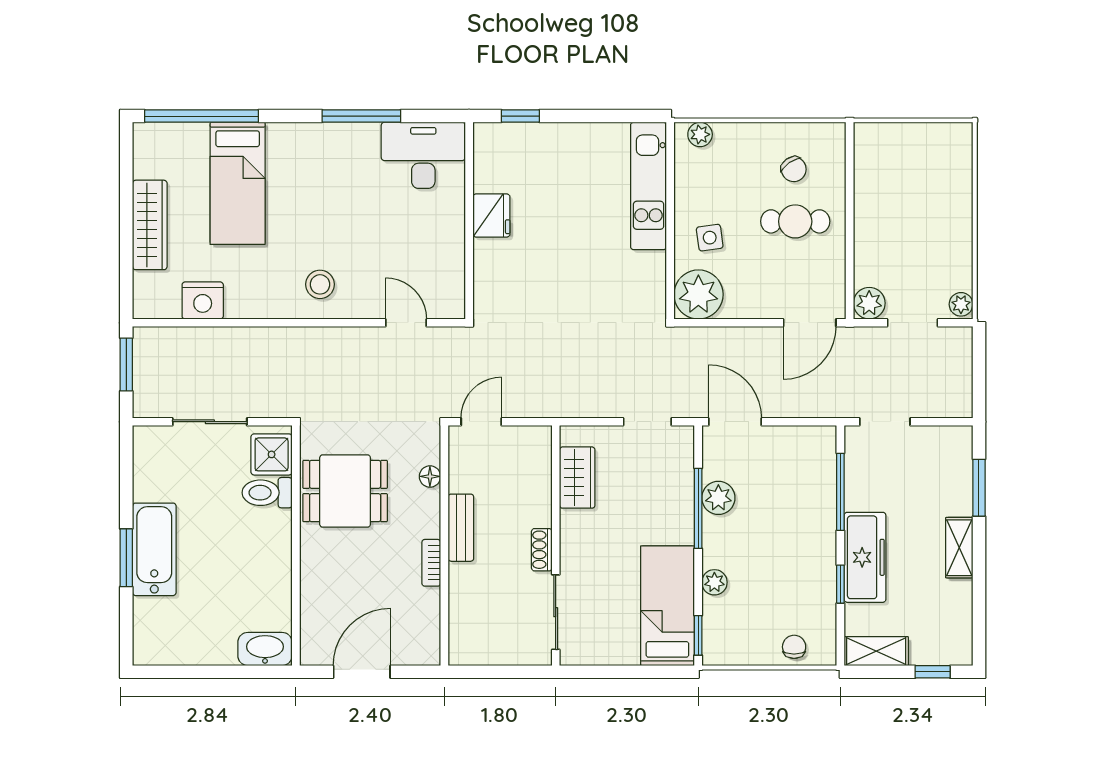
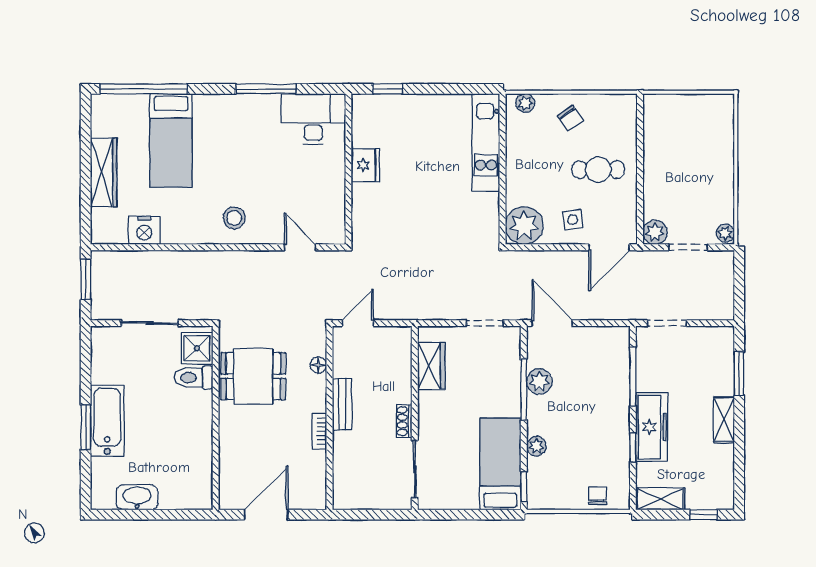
chair: (794, 169) -> (570, 118), moved
side table: (710, 238) -> (573, 220), moved
washbasin: (265, 649) -> (137, 497), moved

